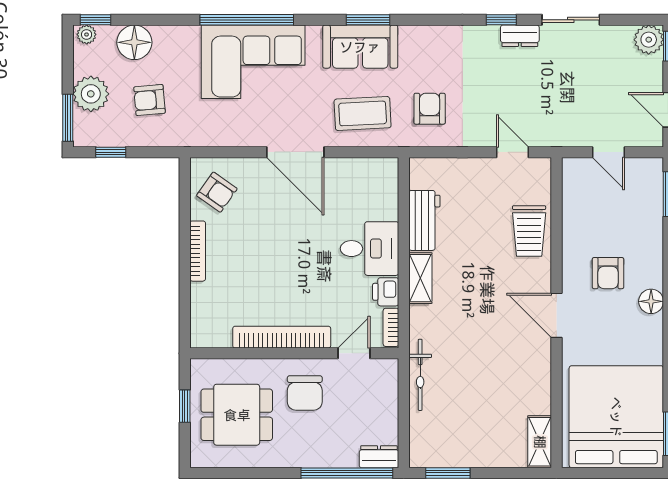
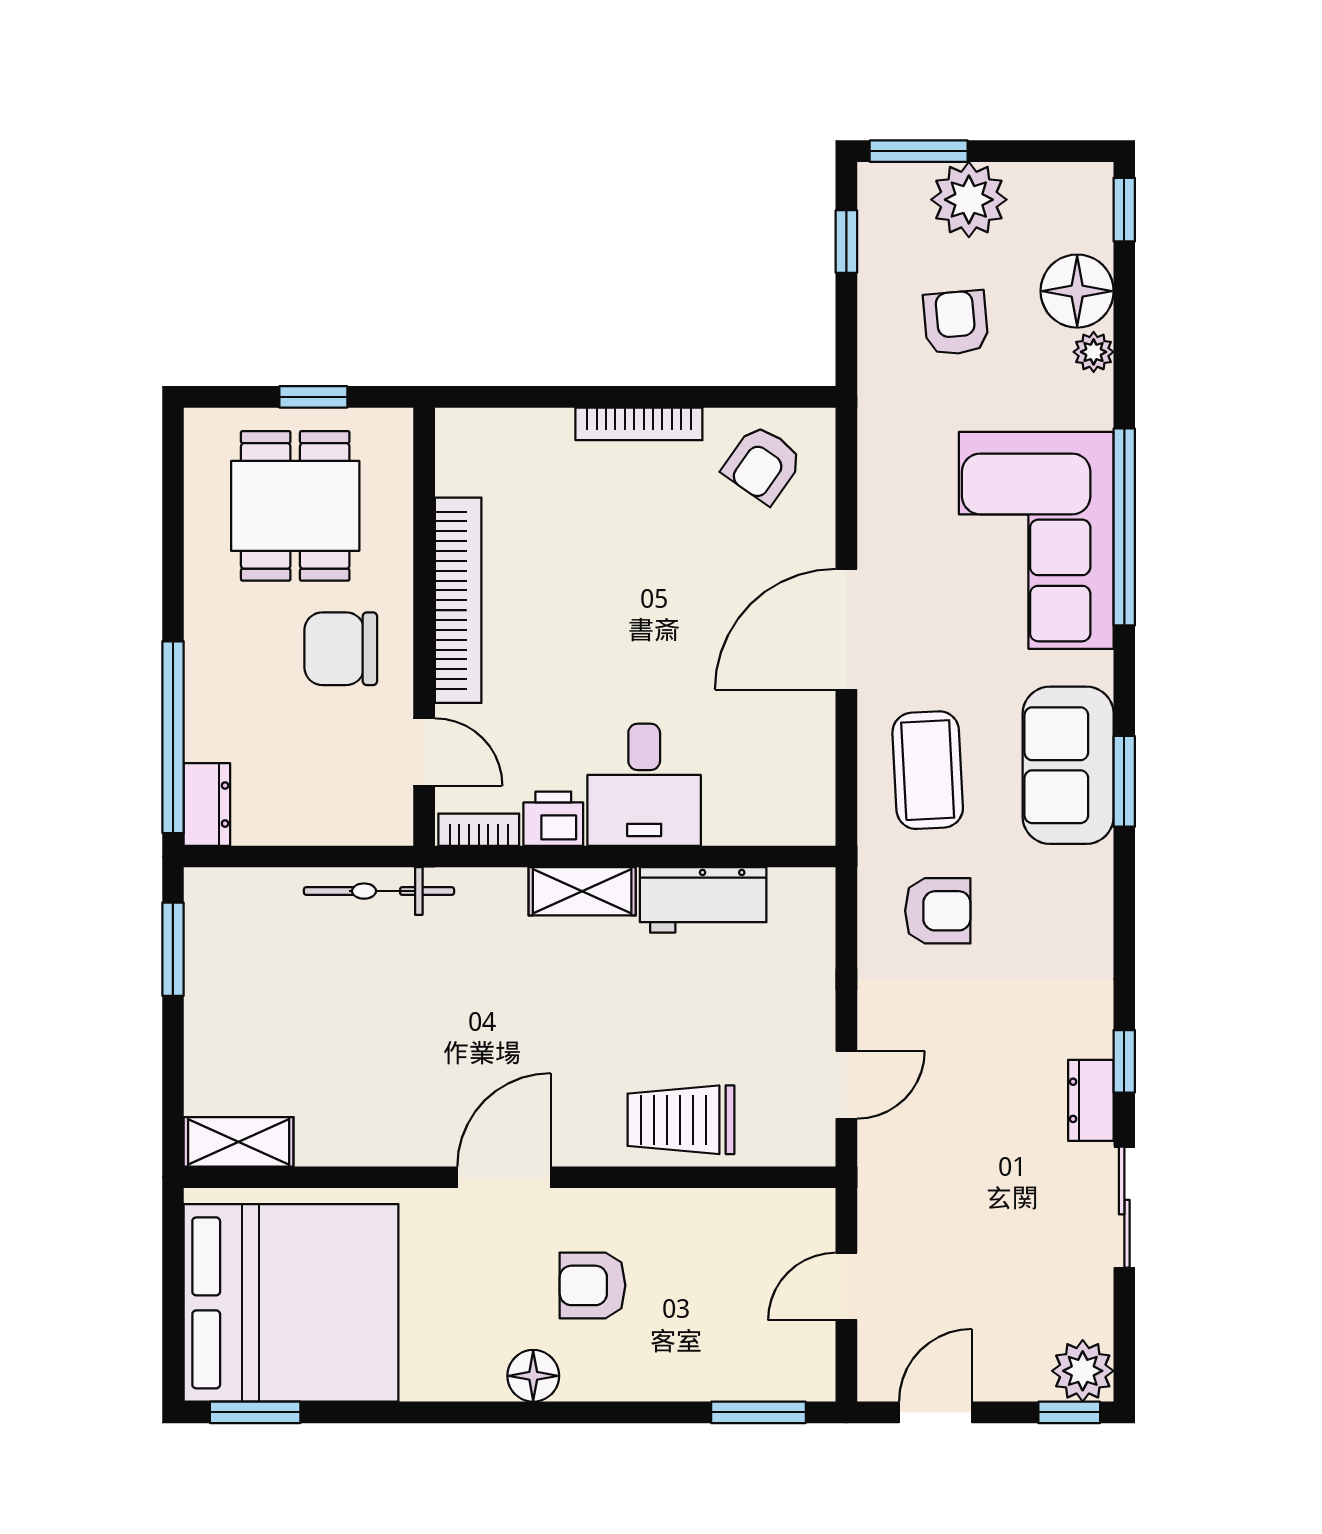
plant: (87, 34) -> (1094, 352), moved

